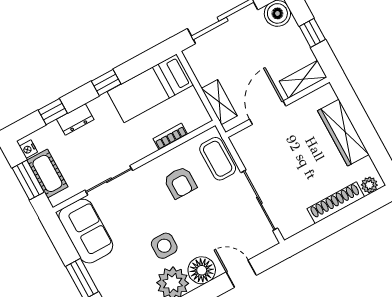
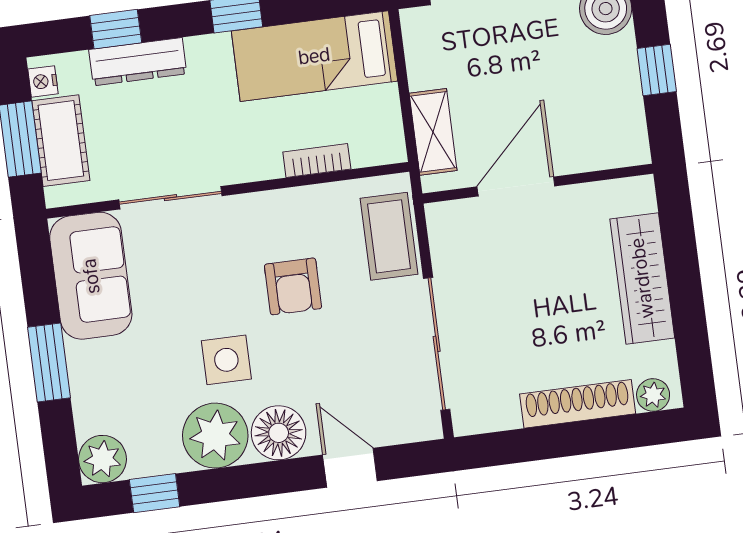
shelving: (303, 79) -> (606, 150), removed
dresser: (75, 119) -> (138, 62), width x1.44
armchair: (180, 182) -> (293, 286), moved

